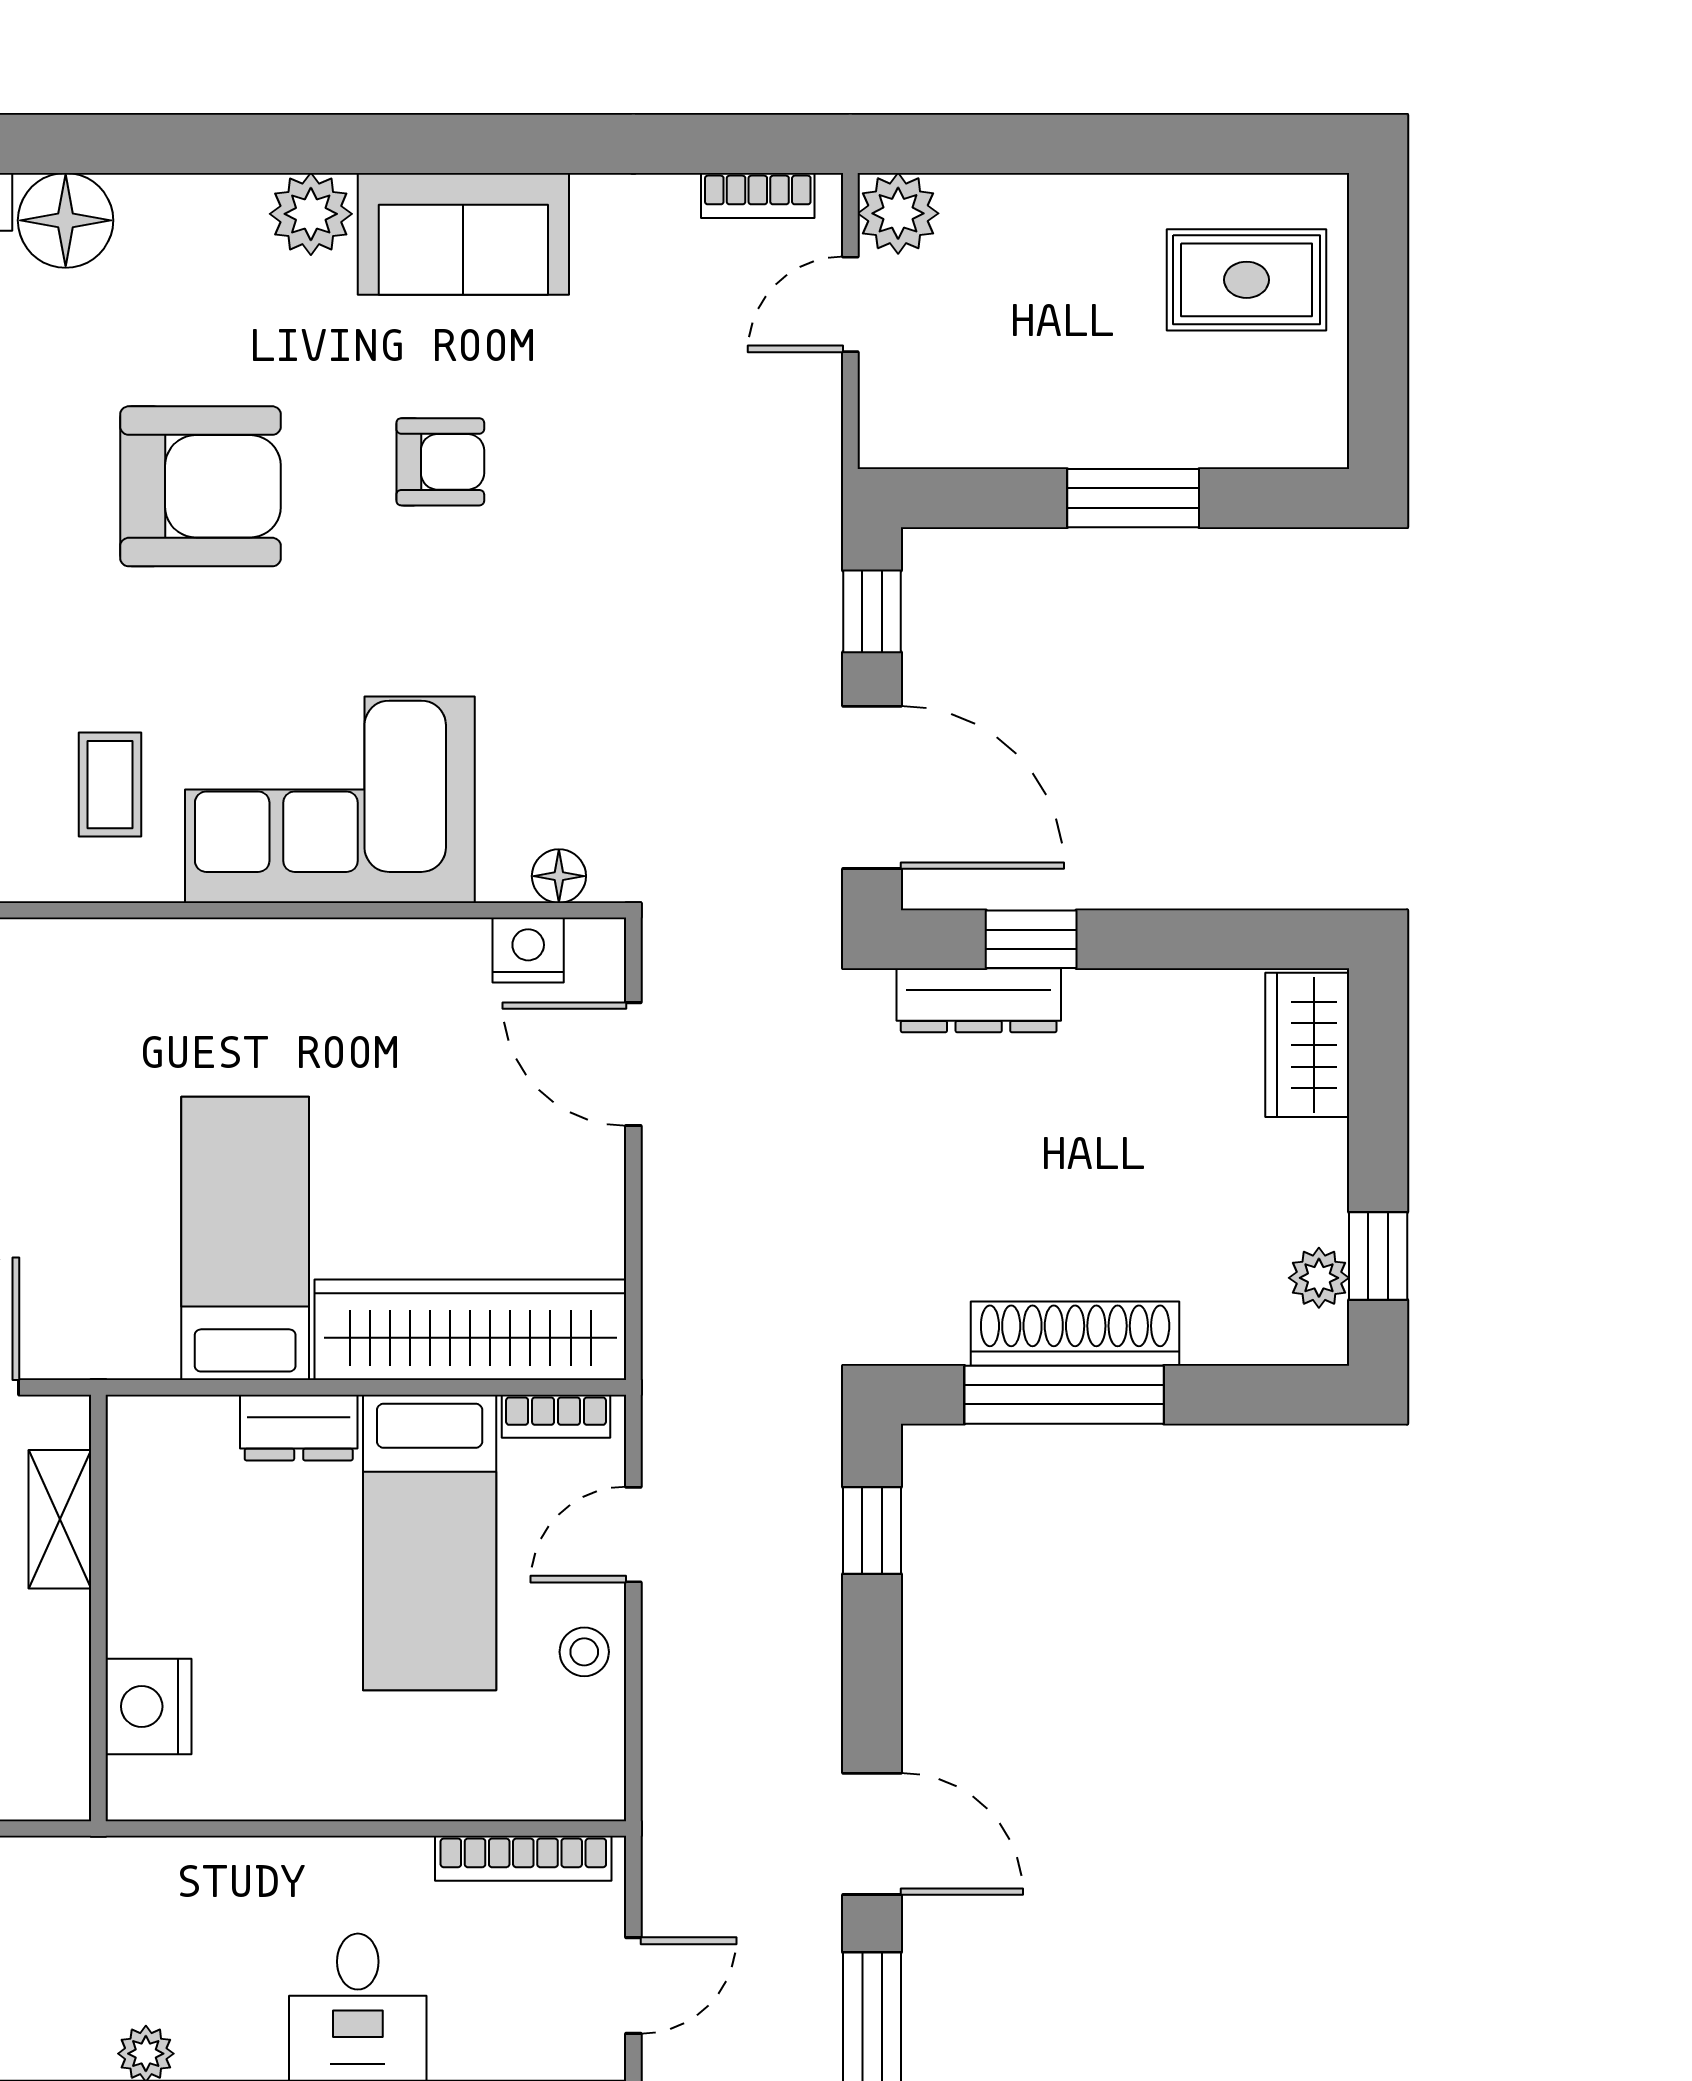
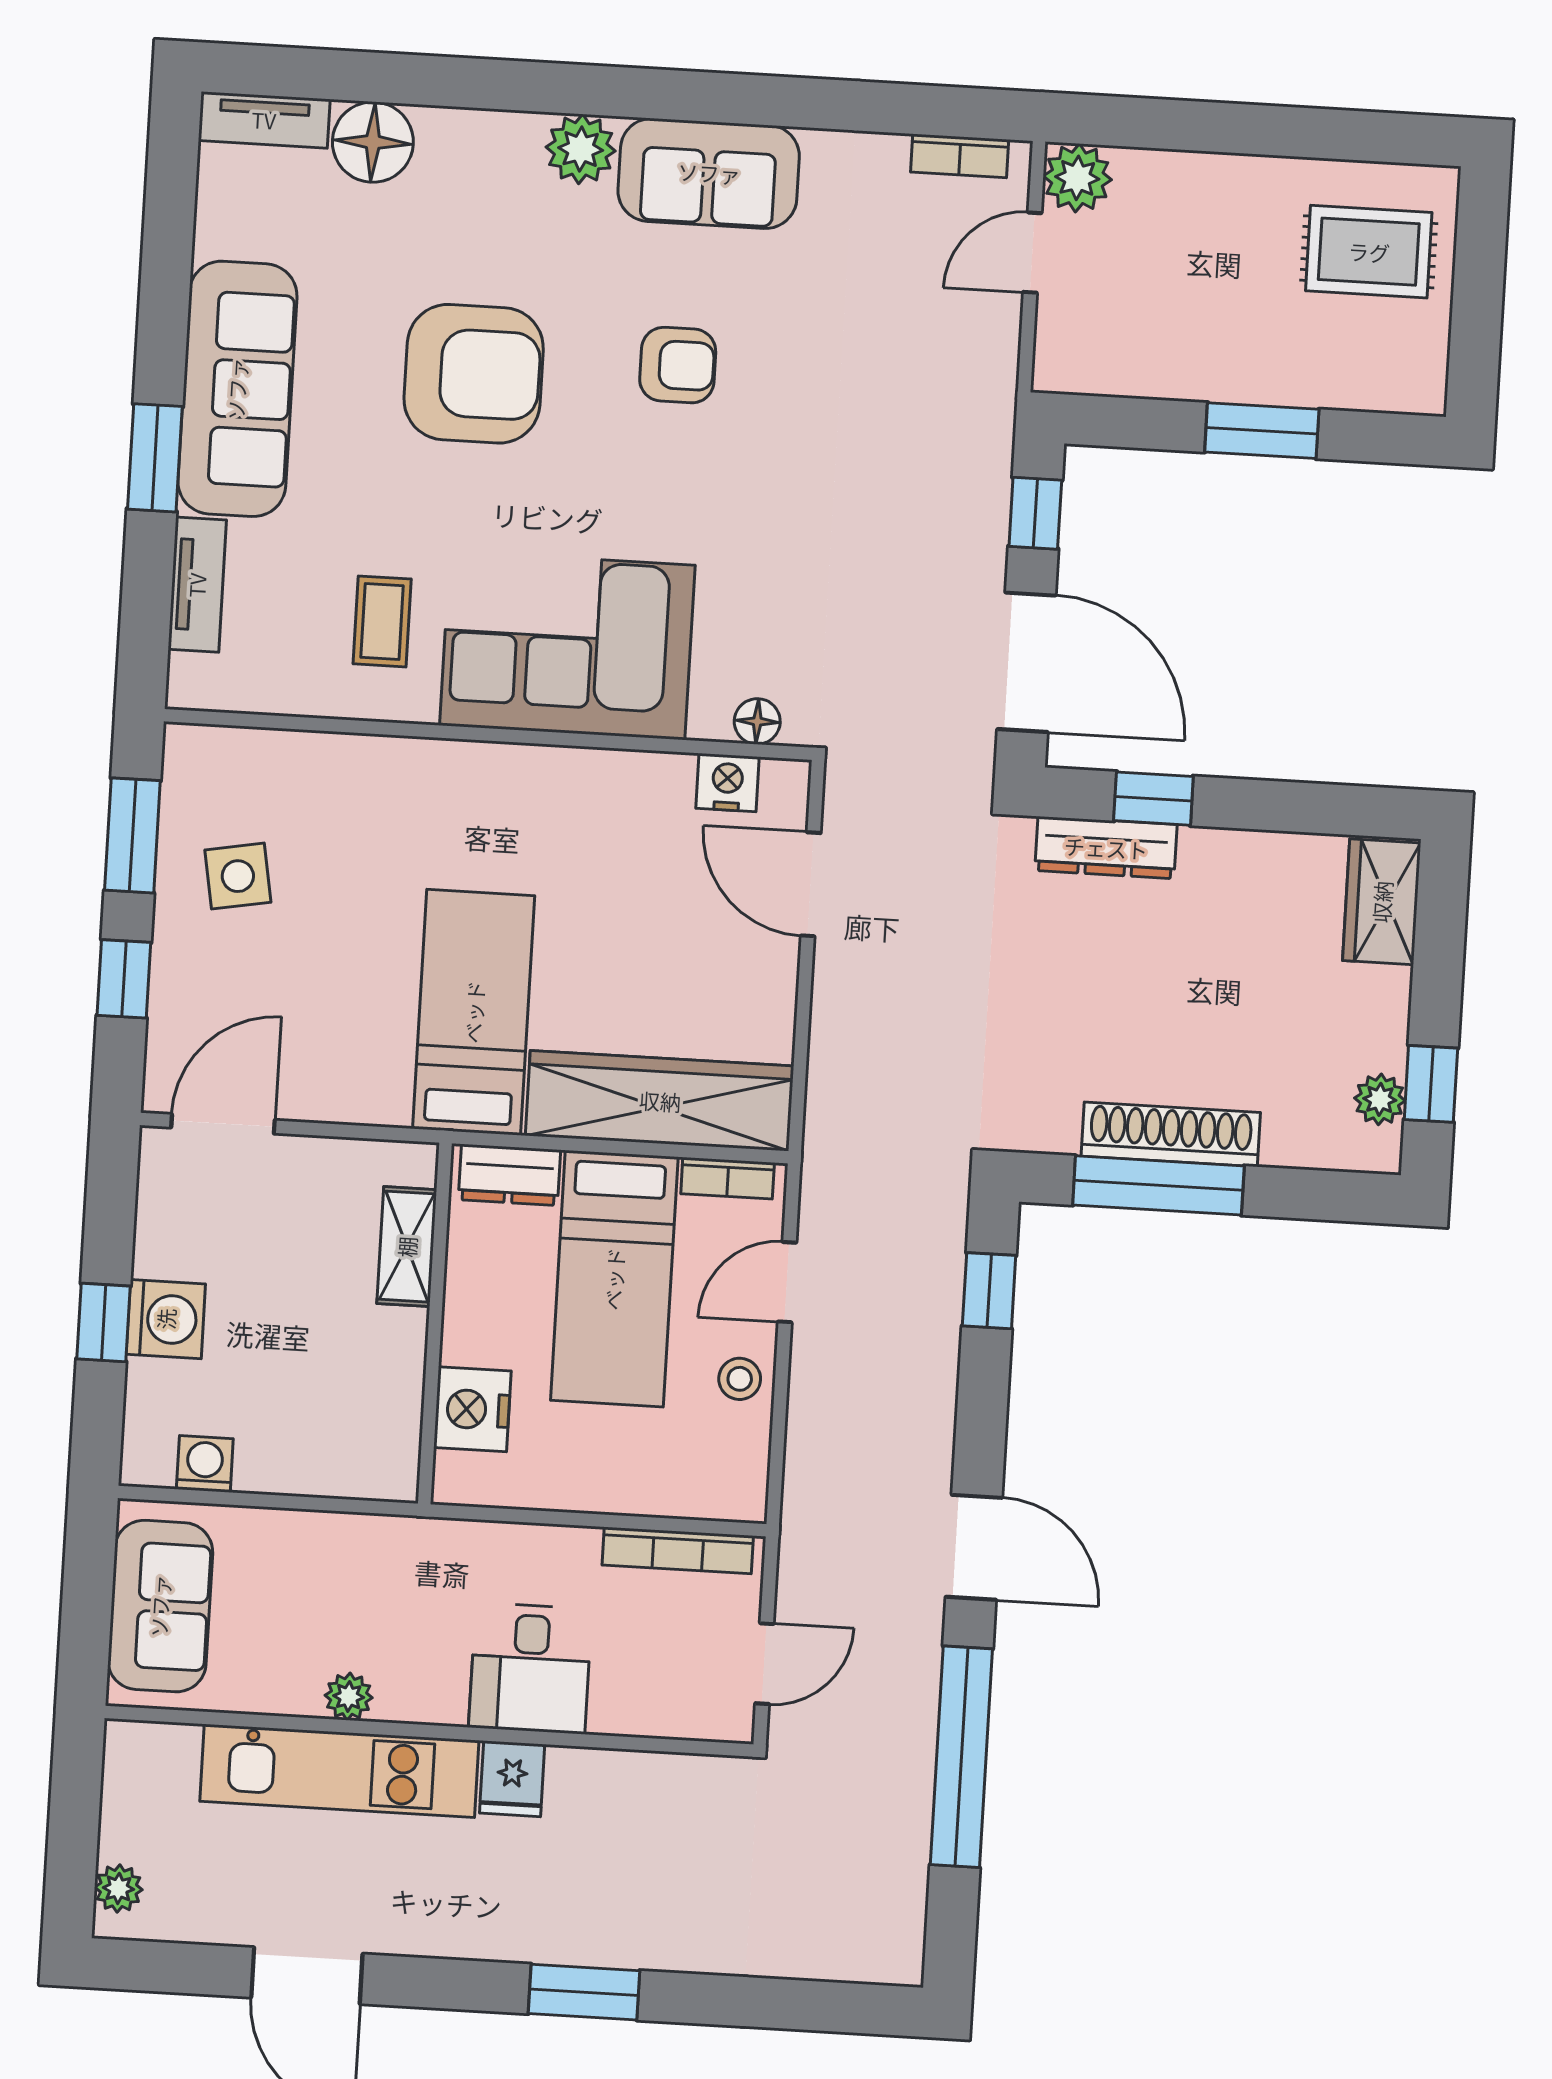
shelving: (60, 1519) -> (407, 1247), moved
wall: (98, 1608) -> (435, 1324), moved
nightstand: (149, 1706) -> (472, 1409), moved

